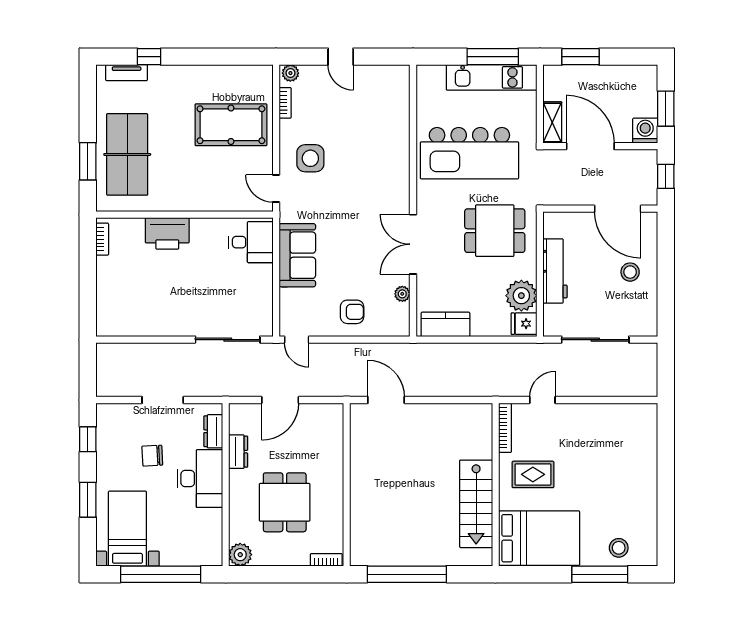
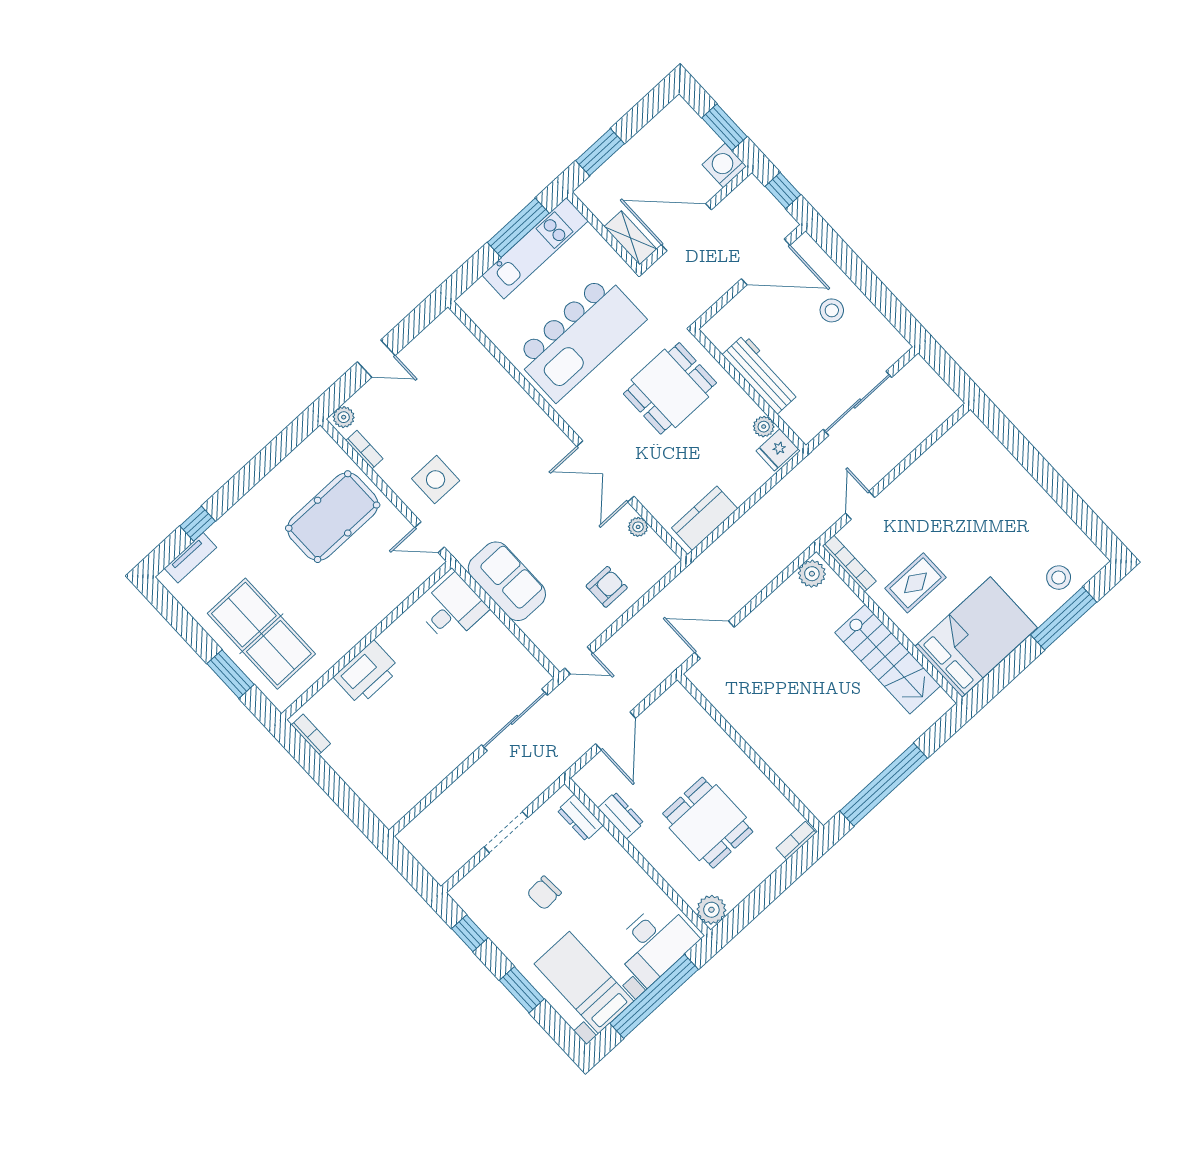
plant: (521, 296) -> (764, 427), width x0.53, depth x0.53
plant: (478, 414) -> (812, 574), added
desk: (200, 479) -> (655, 943), moved, turned 90

